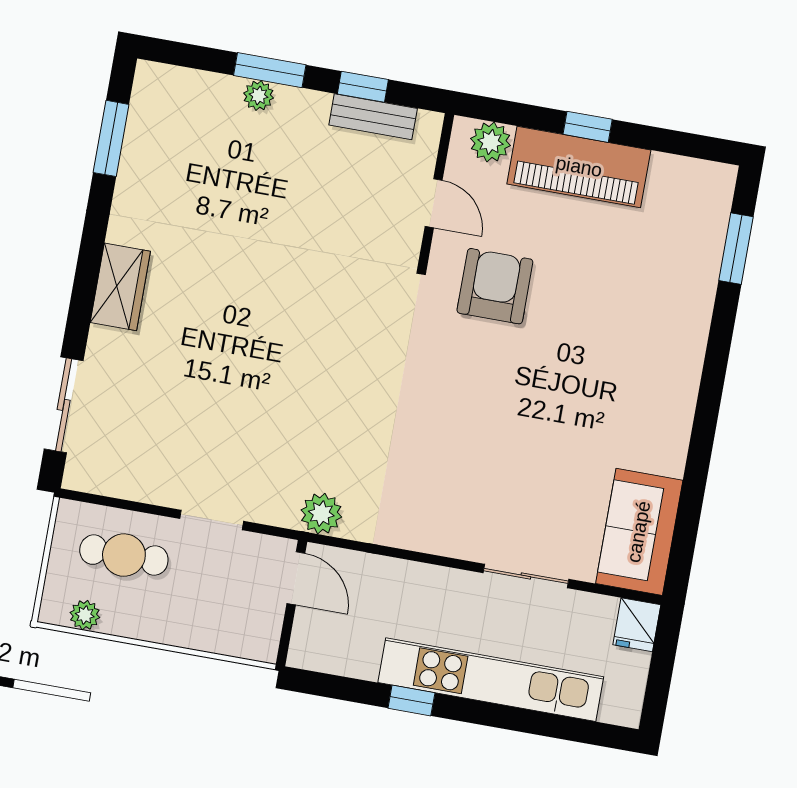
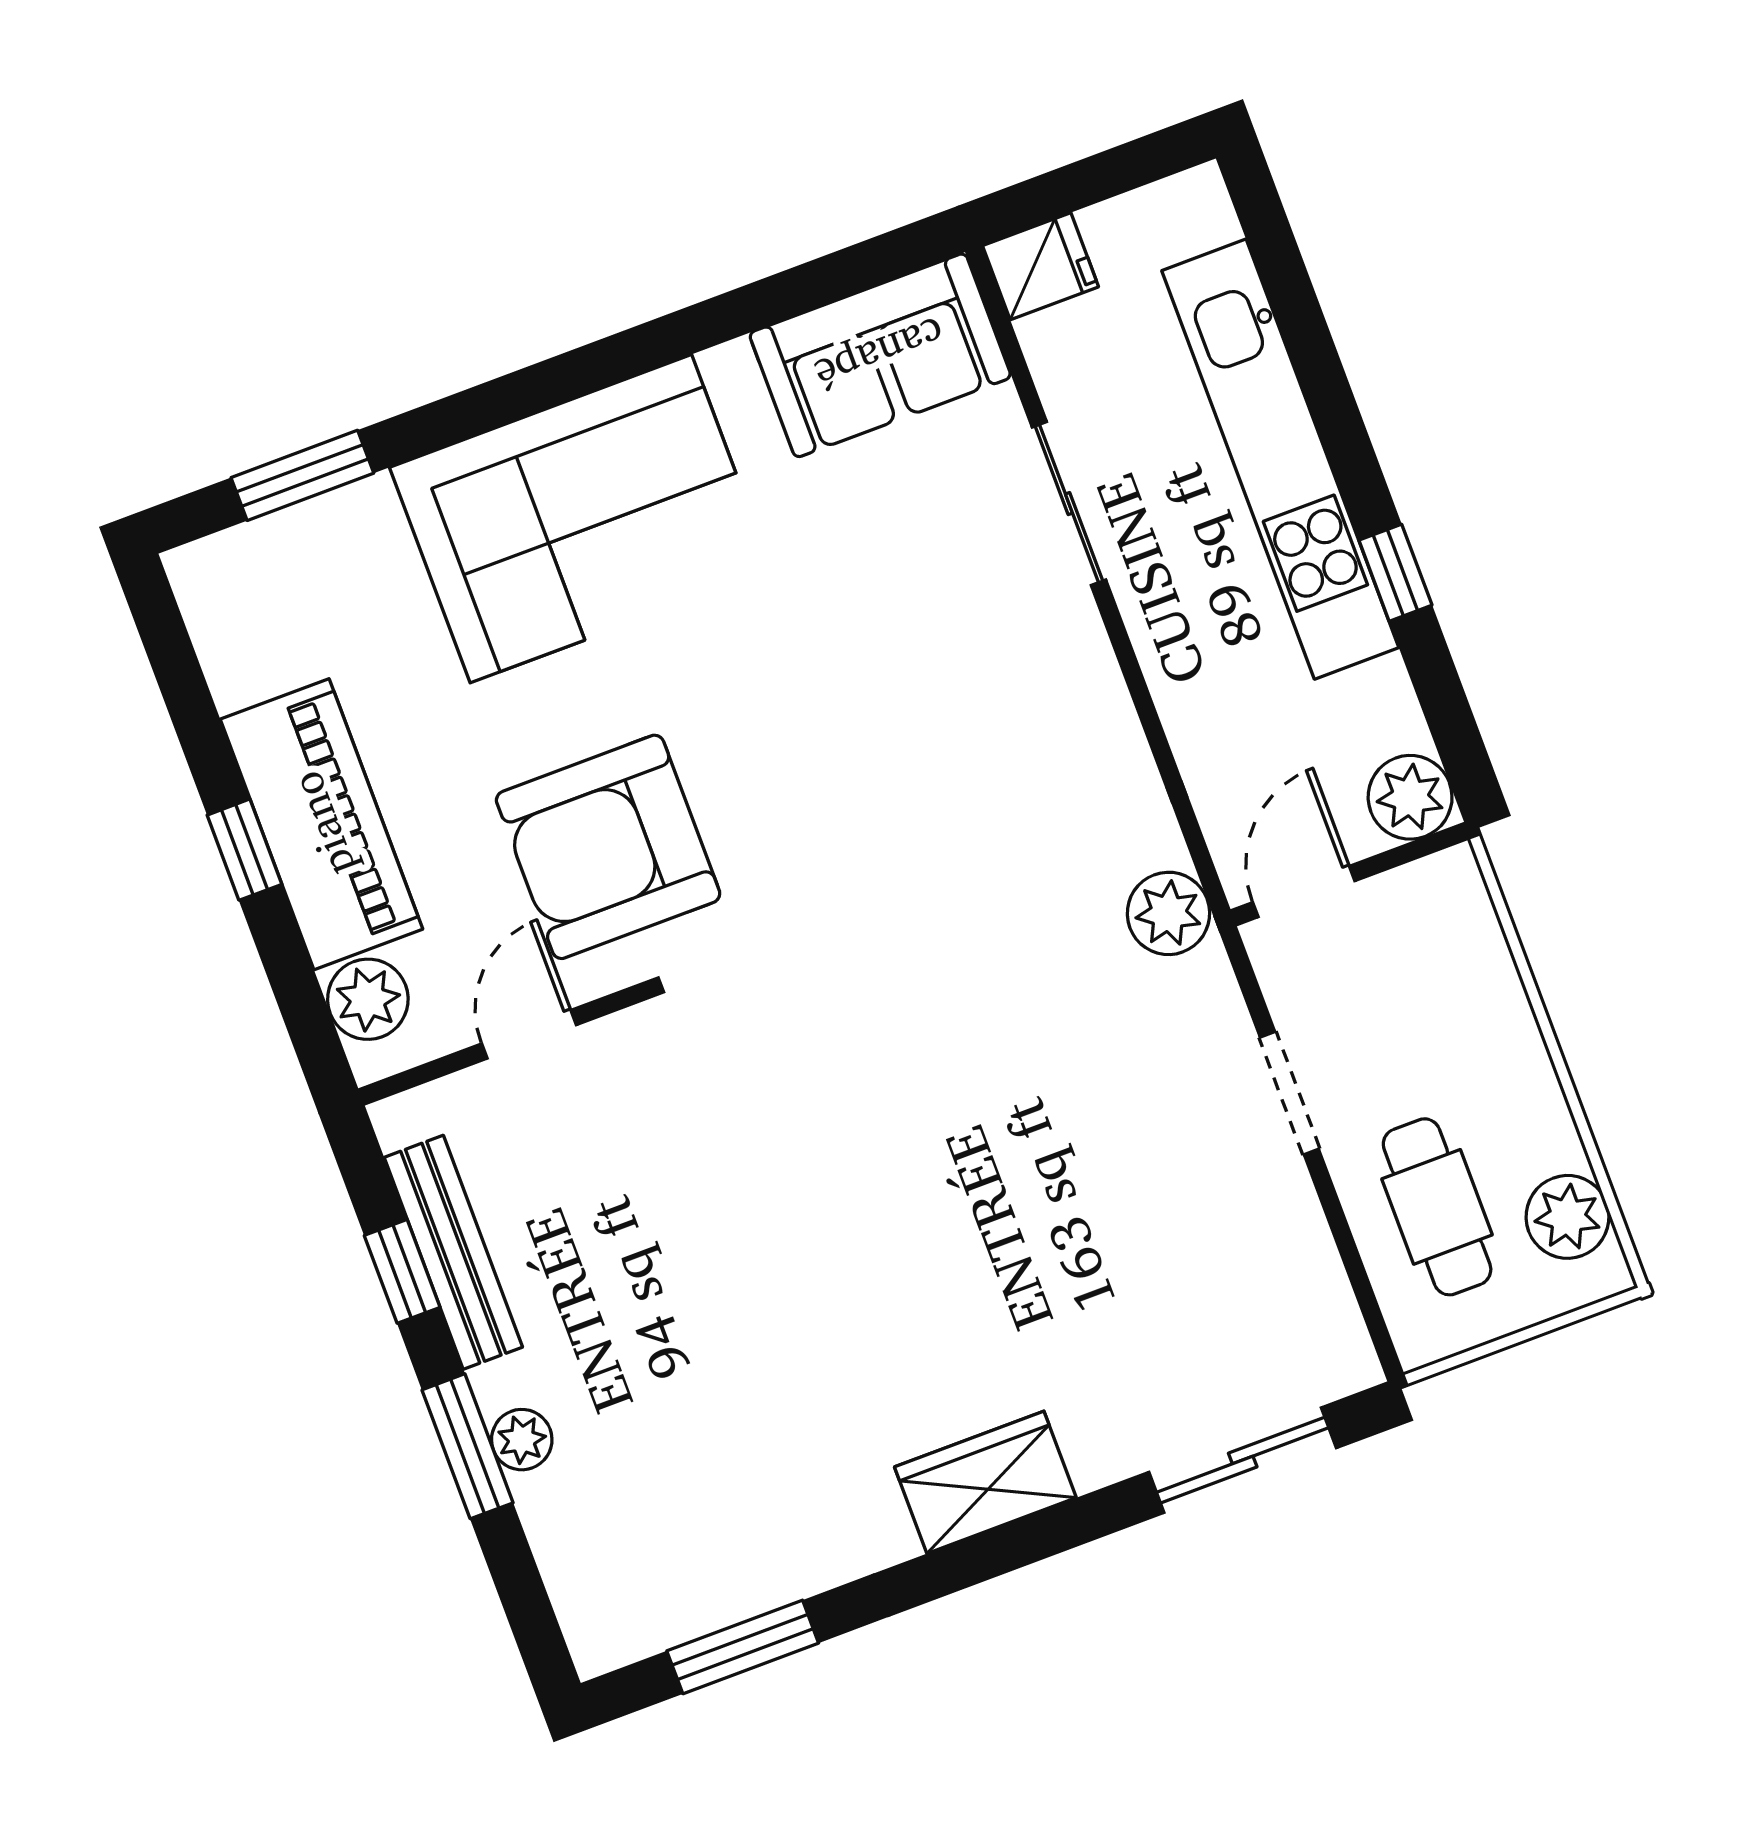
bench: (373, 117) -> (453, 1252), width x1.36
armchair: (495, 286) -> (608, 847), width x1.36, depth x1.36
corner sofa: (645, 359) -> (581, 519), added
plant: (85, 615) -> (1568, 1217), width x1.38, depth x1.38
plant: (310, 649) -> (1410, 797), added

